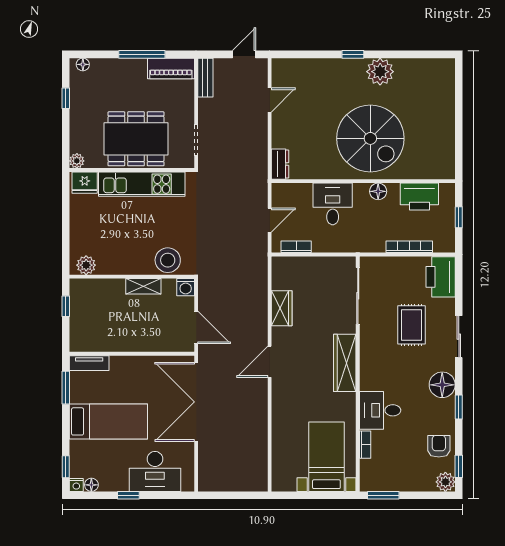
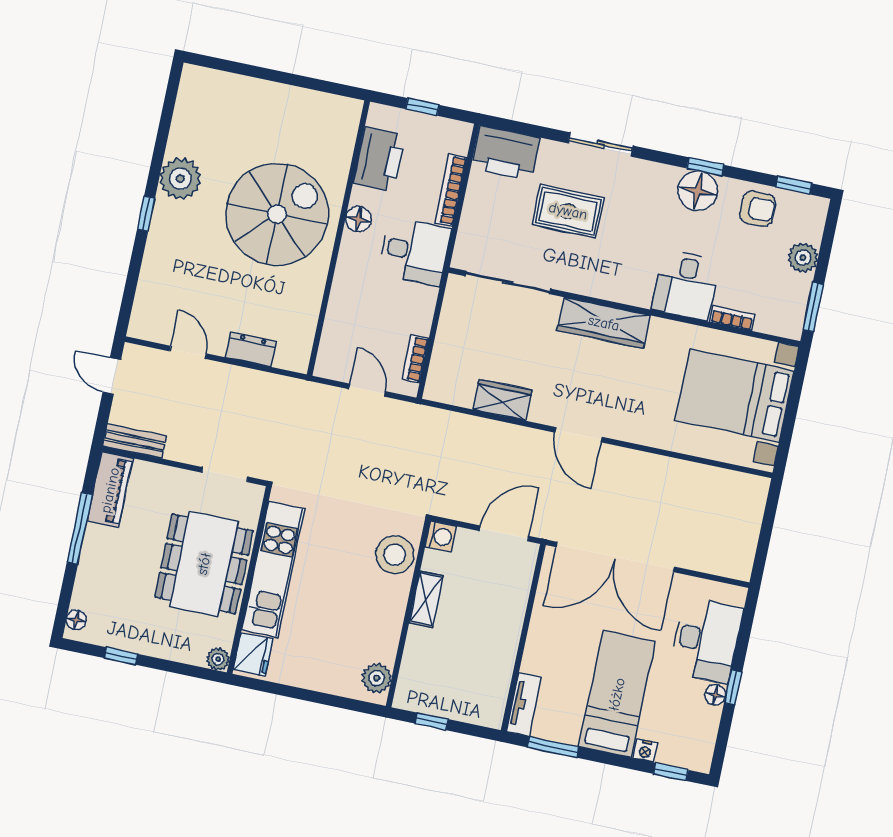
dresser: (280, 164) -> (251, 349), moved
desk: (333, 204) -> (415, 251), moved, turned 180
floor lamp: (442, 385) -> (698, 191), moved
armchair: (439, 446) -> (758, 209), turned 180
bed with nightstands: (326, 457) -> (735, 396), width x1.36
plant: (445, 482) -> (803, 258), moved
nightstand: (76, 485) -> (645, 751), moved, turned 90
floor lamp: (91, 485) -> (715, 695), moved

